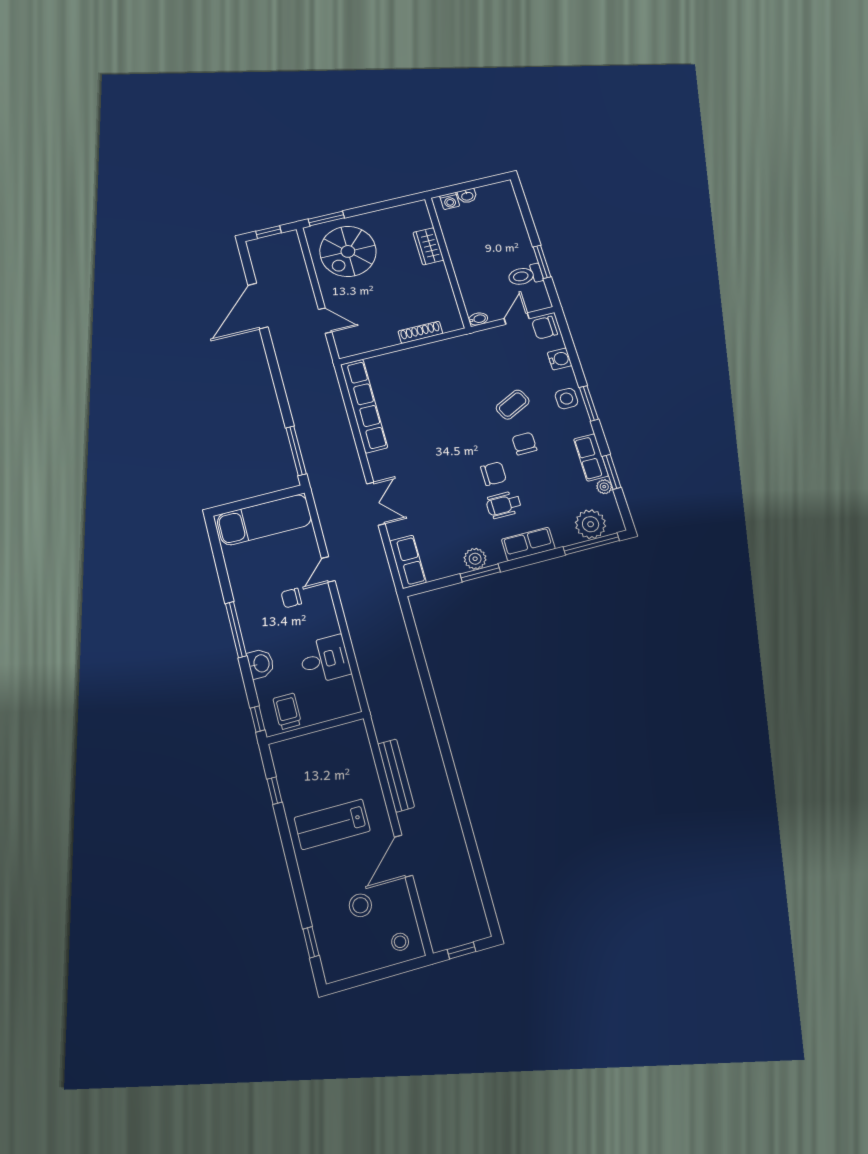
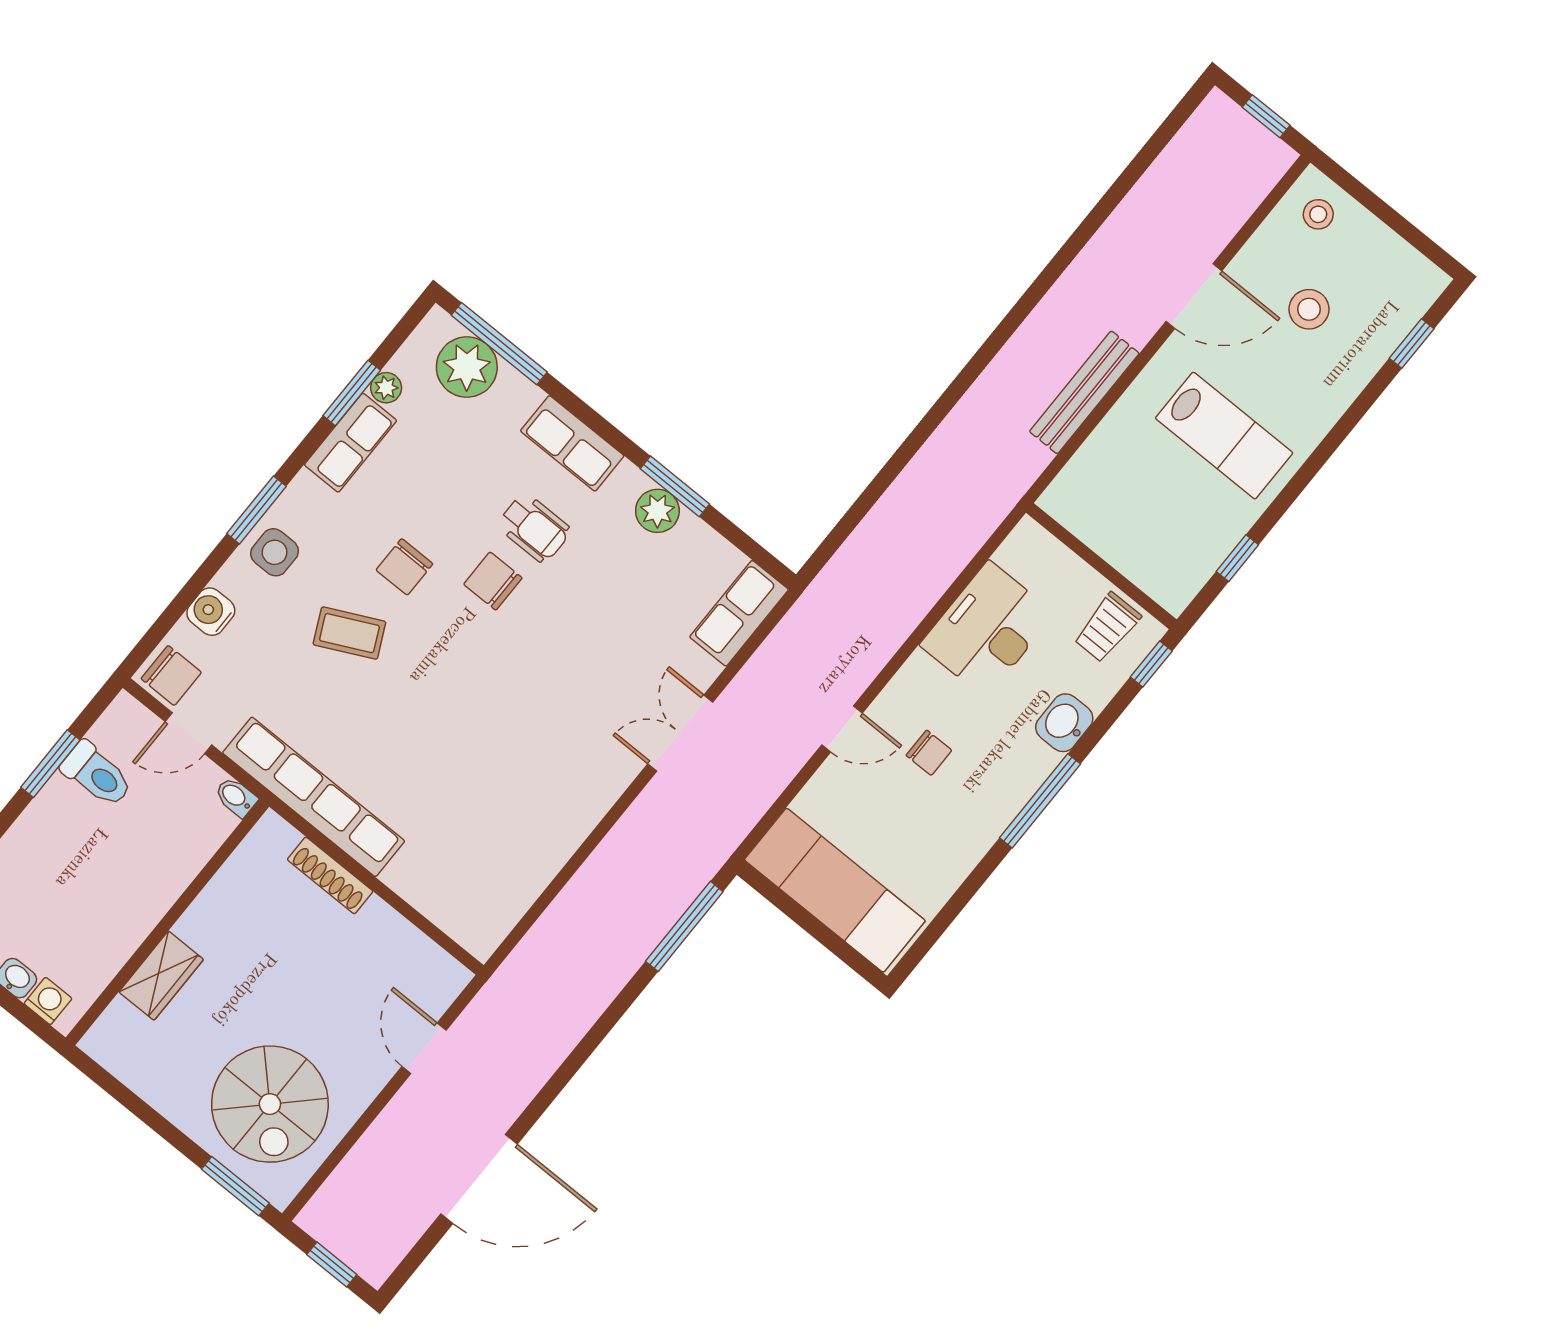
spiral stairs: (348, 251) -> (270, 1104), turned 90
row of seats: (364, 406) -> (314, 797), moved, turned 90
desk: (325, 659) -> (987, 629), width x1.37

